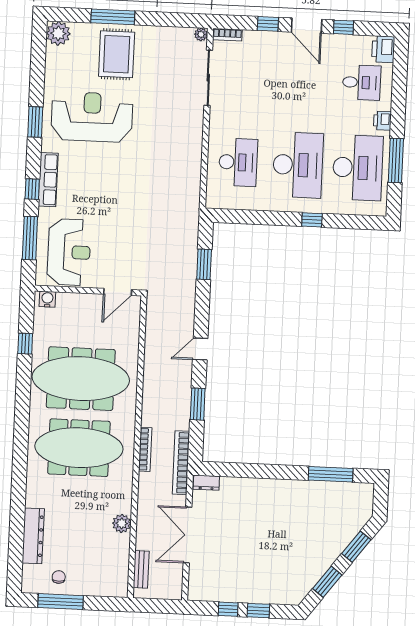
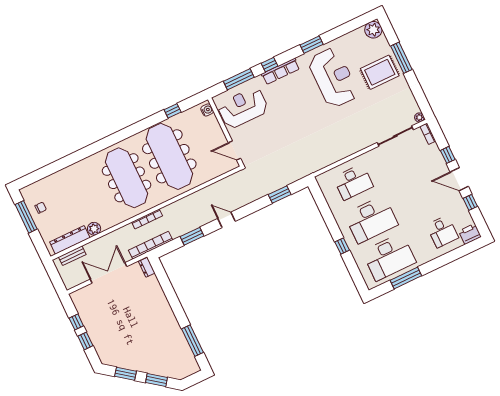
door: (307, 26) -> (459, 179), hinge flipped
printer: (382, 121) -> (426, 257), removed
reception desk: (69, 252) -> (243, 108), turned 180
dresser: (33, 536) -> (70, 240), moved, turned 180

